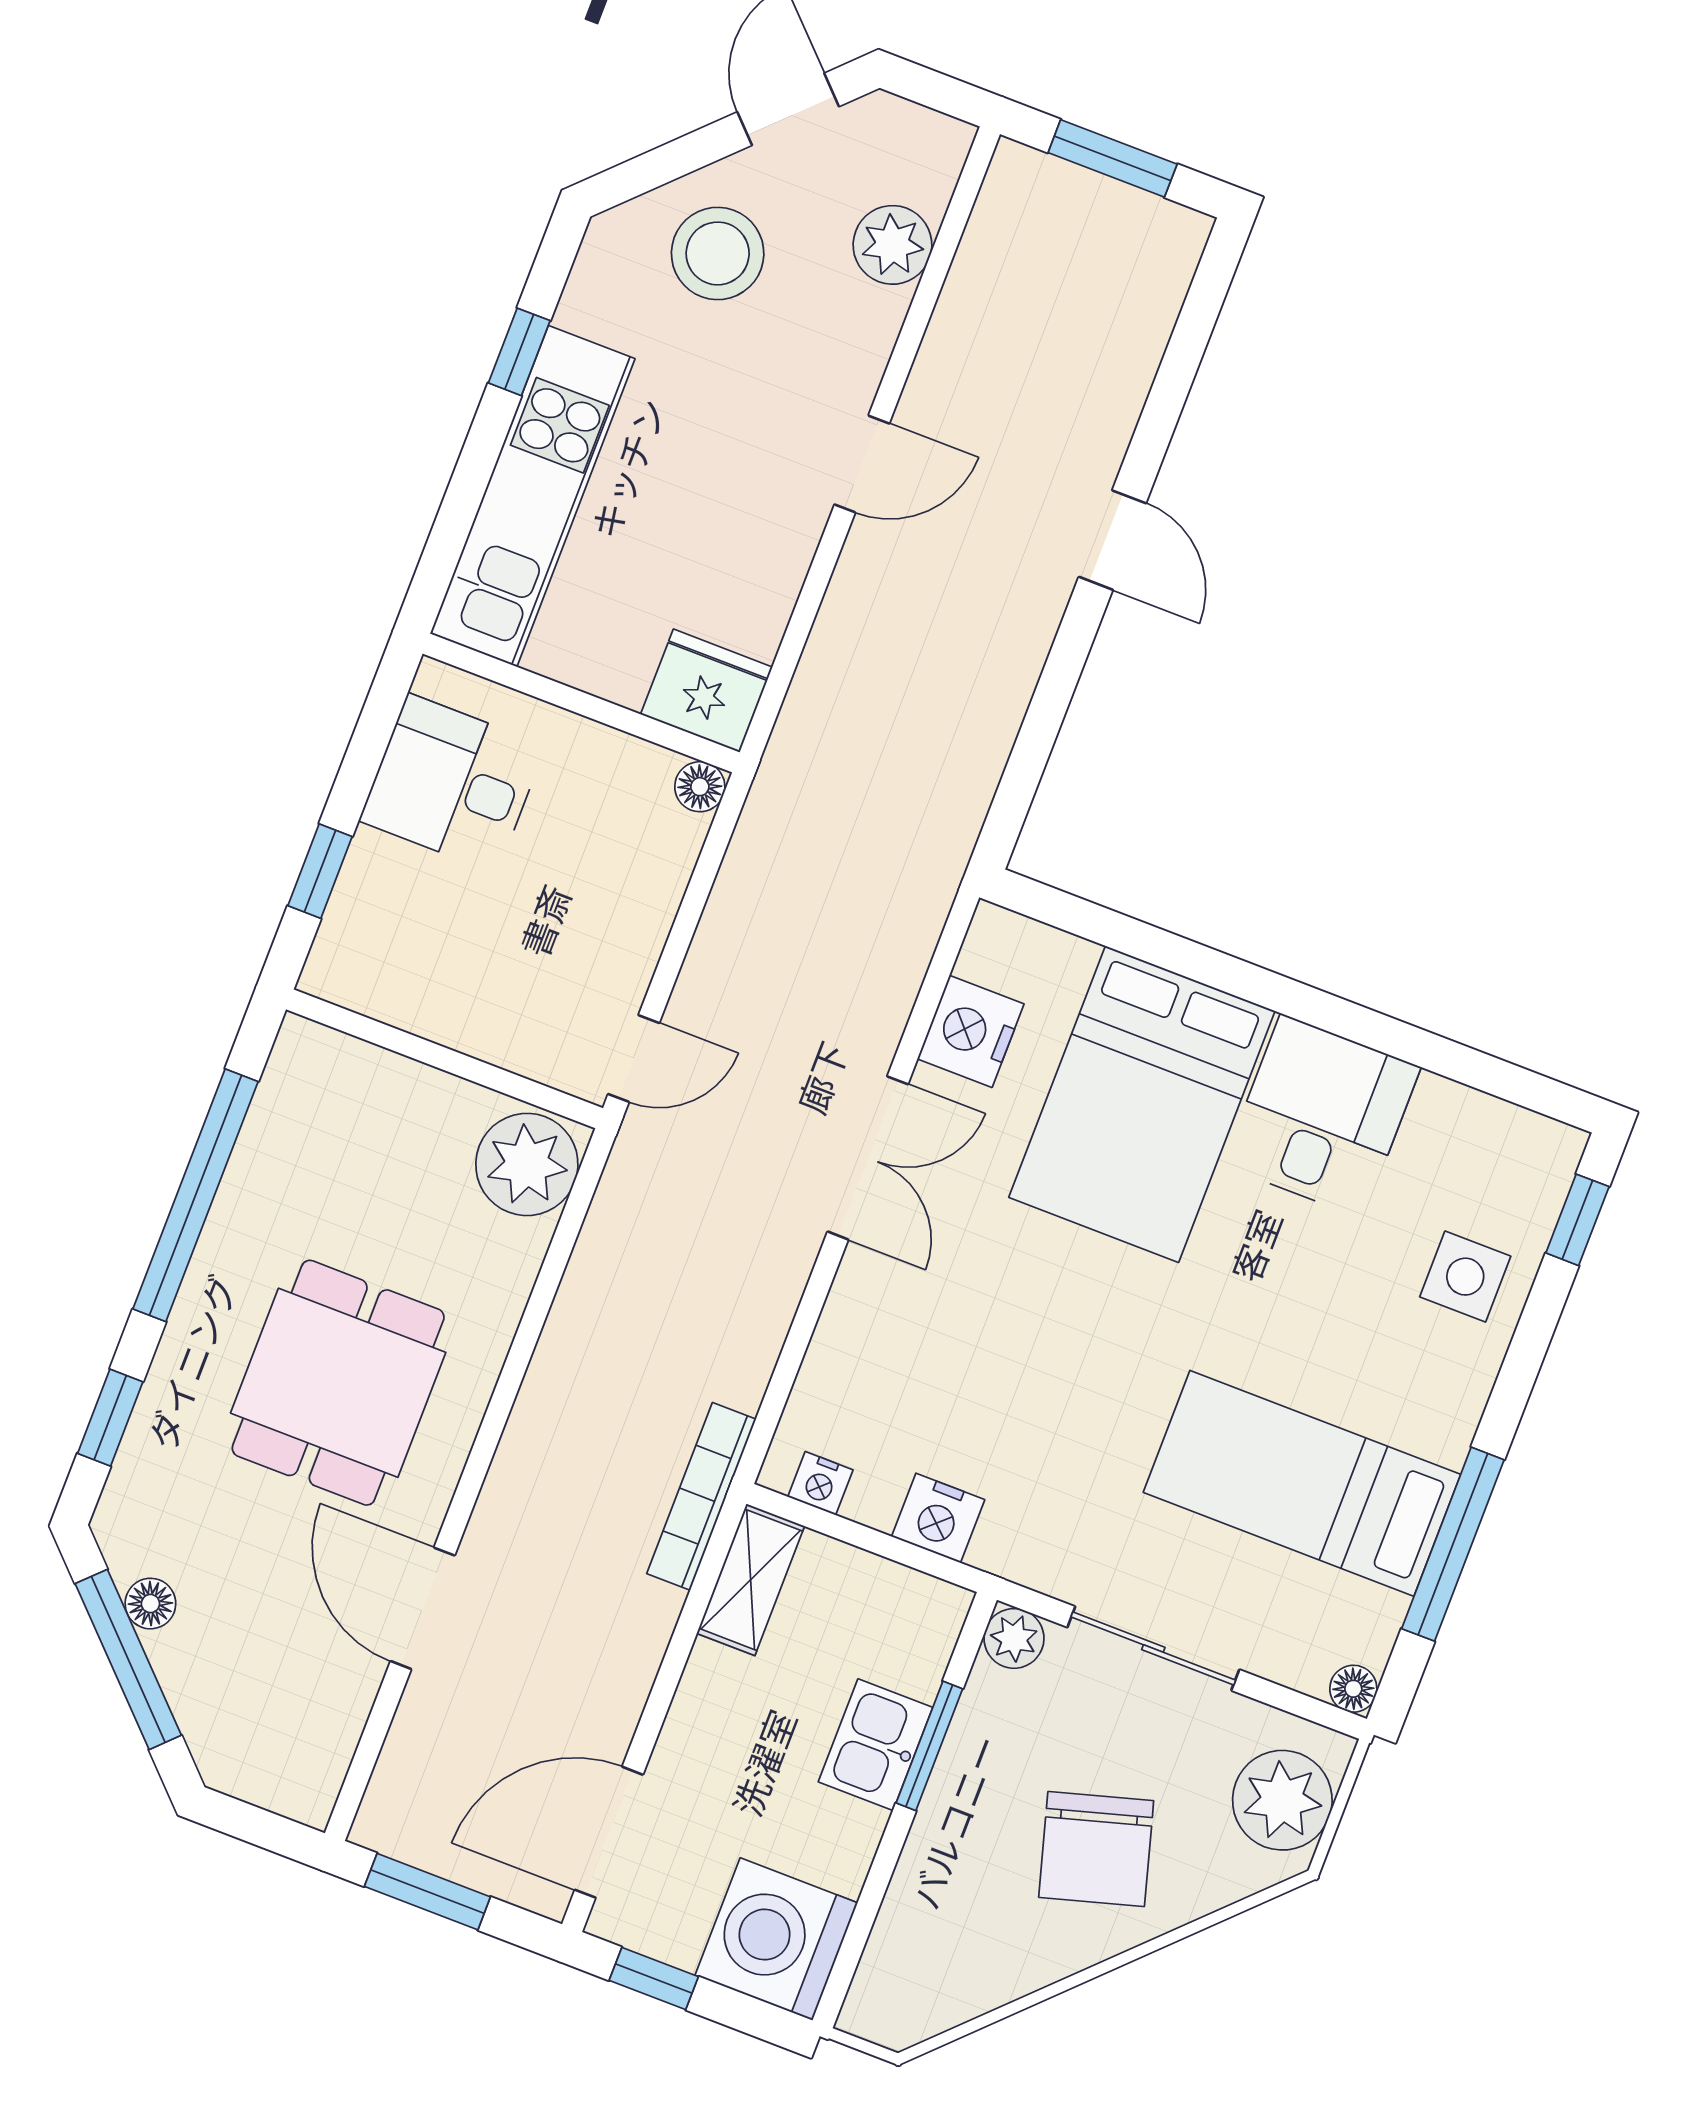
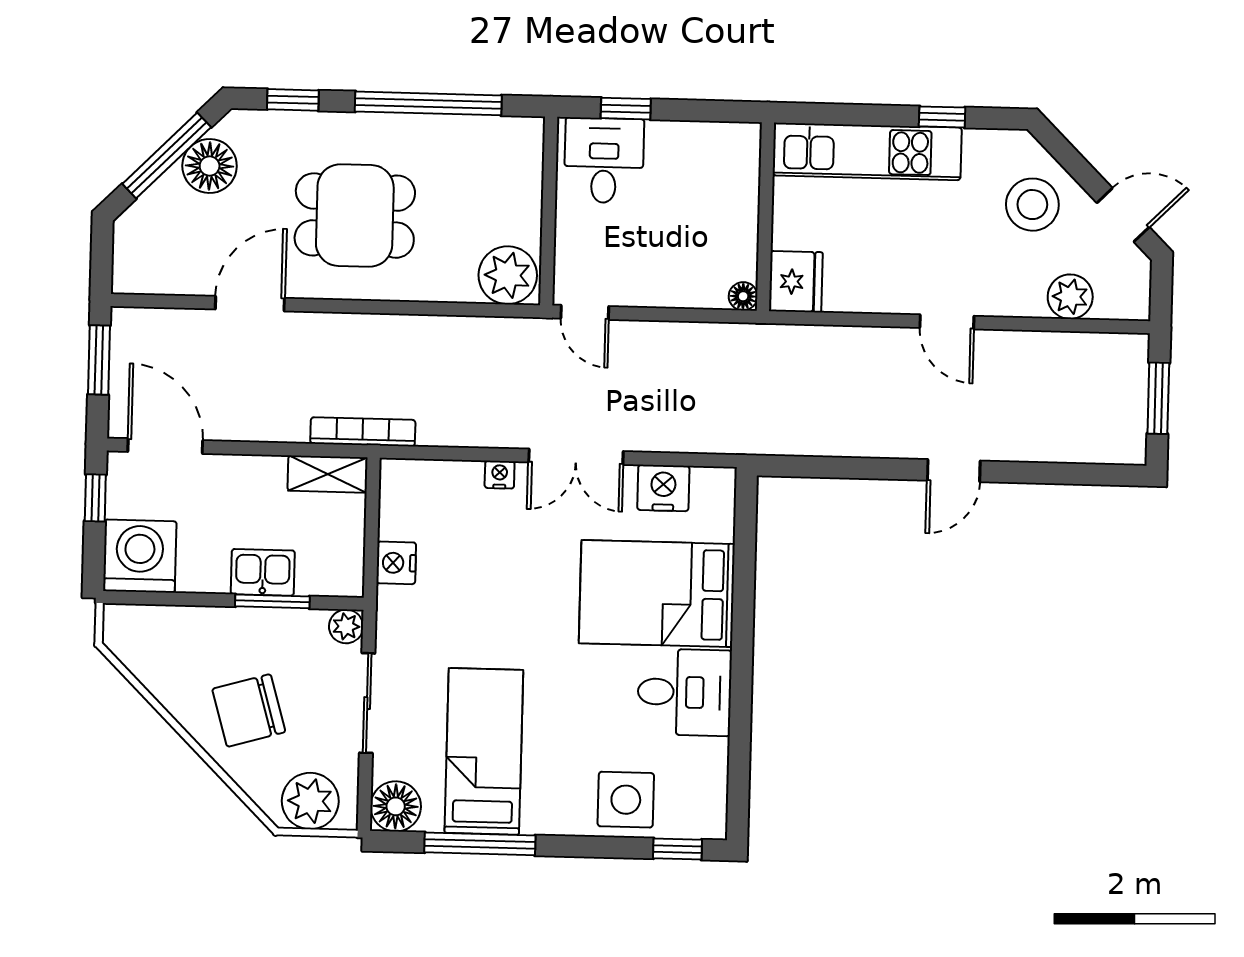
desk: (452, 783) -> (604, 160), moved
side table: (1465, 1277) -> (626, 800), width x1.37, depth x1.37
nightstand: (820, 1483) -> (500, 475), moved, turned 90
floor lamp: (150, 1604) -> (210, 166), width x1.89, depth x1.89
floor lamp: (1353, 1689) -> (396, 806), width x1.89, depth x1.89

